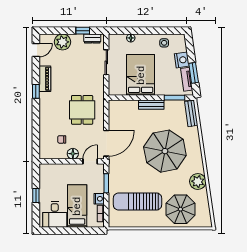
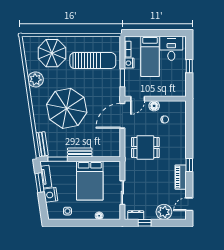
dining table: (82, 110) -> (145, 147), turned 90

